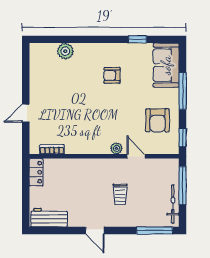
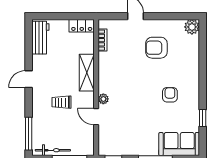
plant: (65, 51) -> (192, 27), moved
armchair: (158, 120) -> (156, 48), moved
door: (136, 156) -> (96, 117), swing flipped
shelving: (88, 167) -> (87, 73), added

